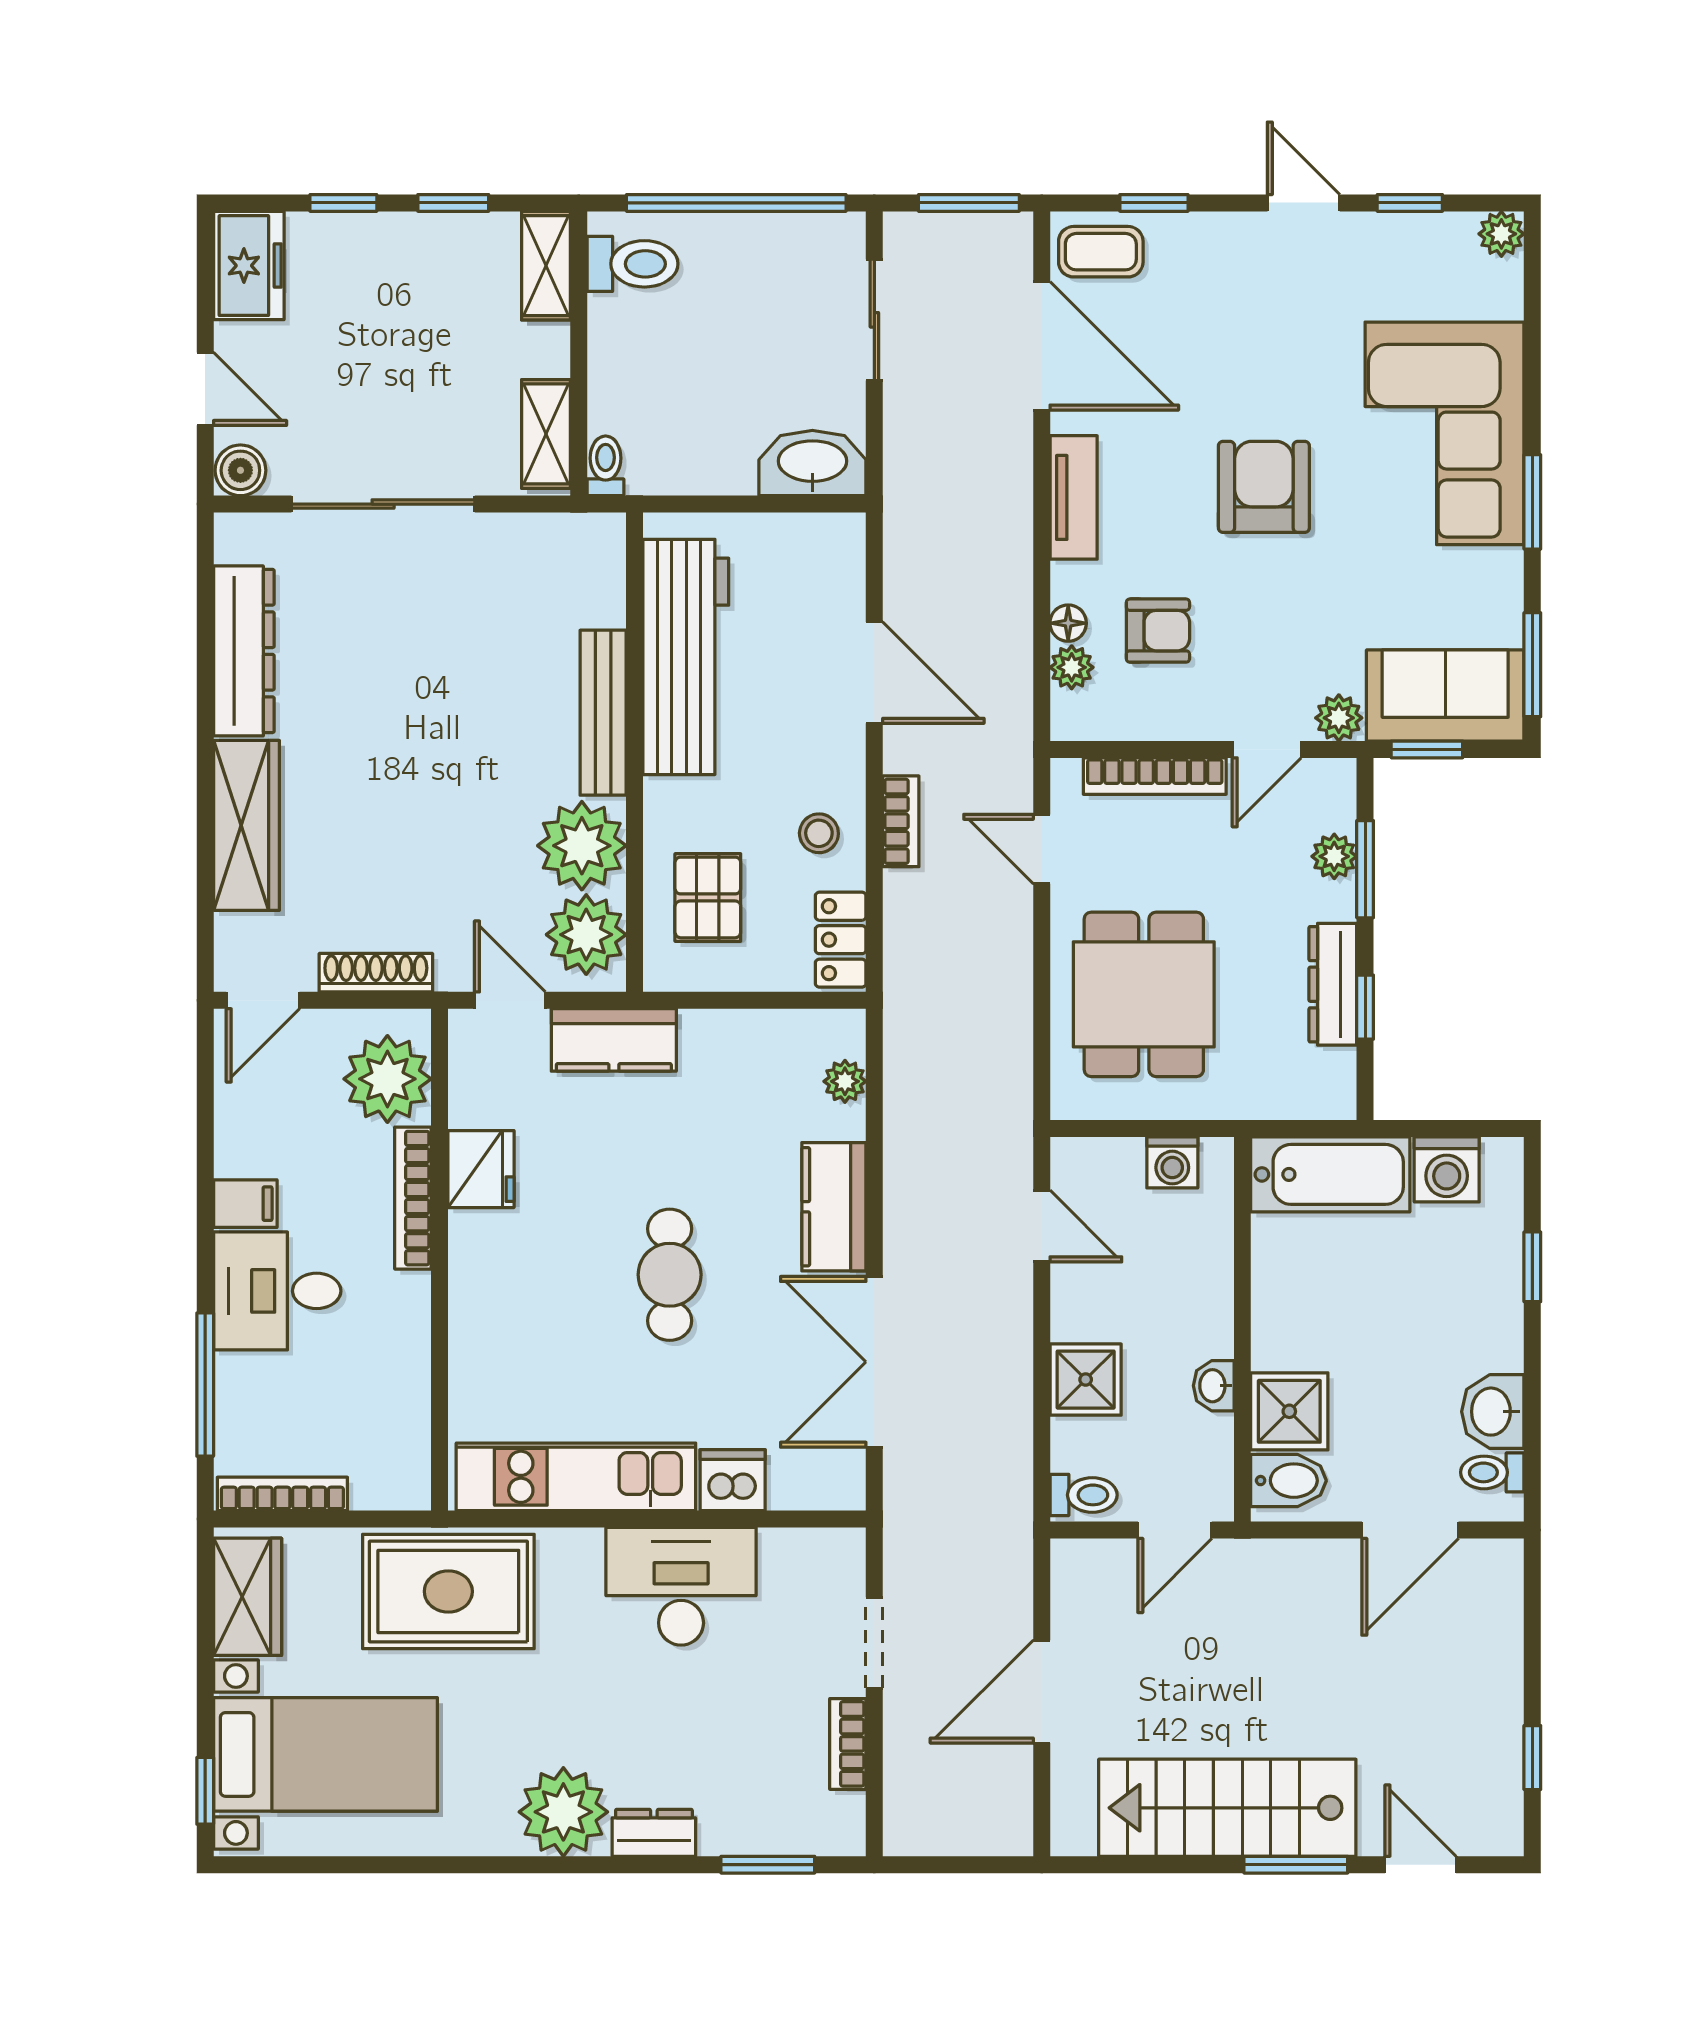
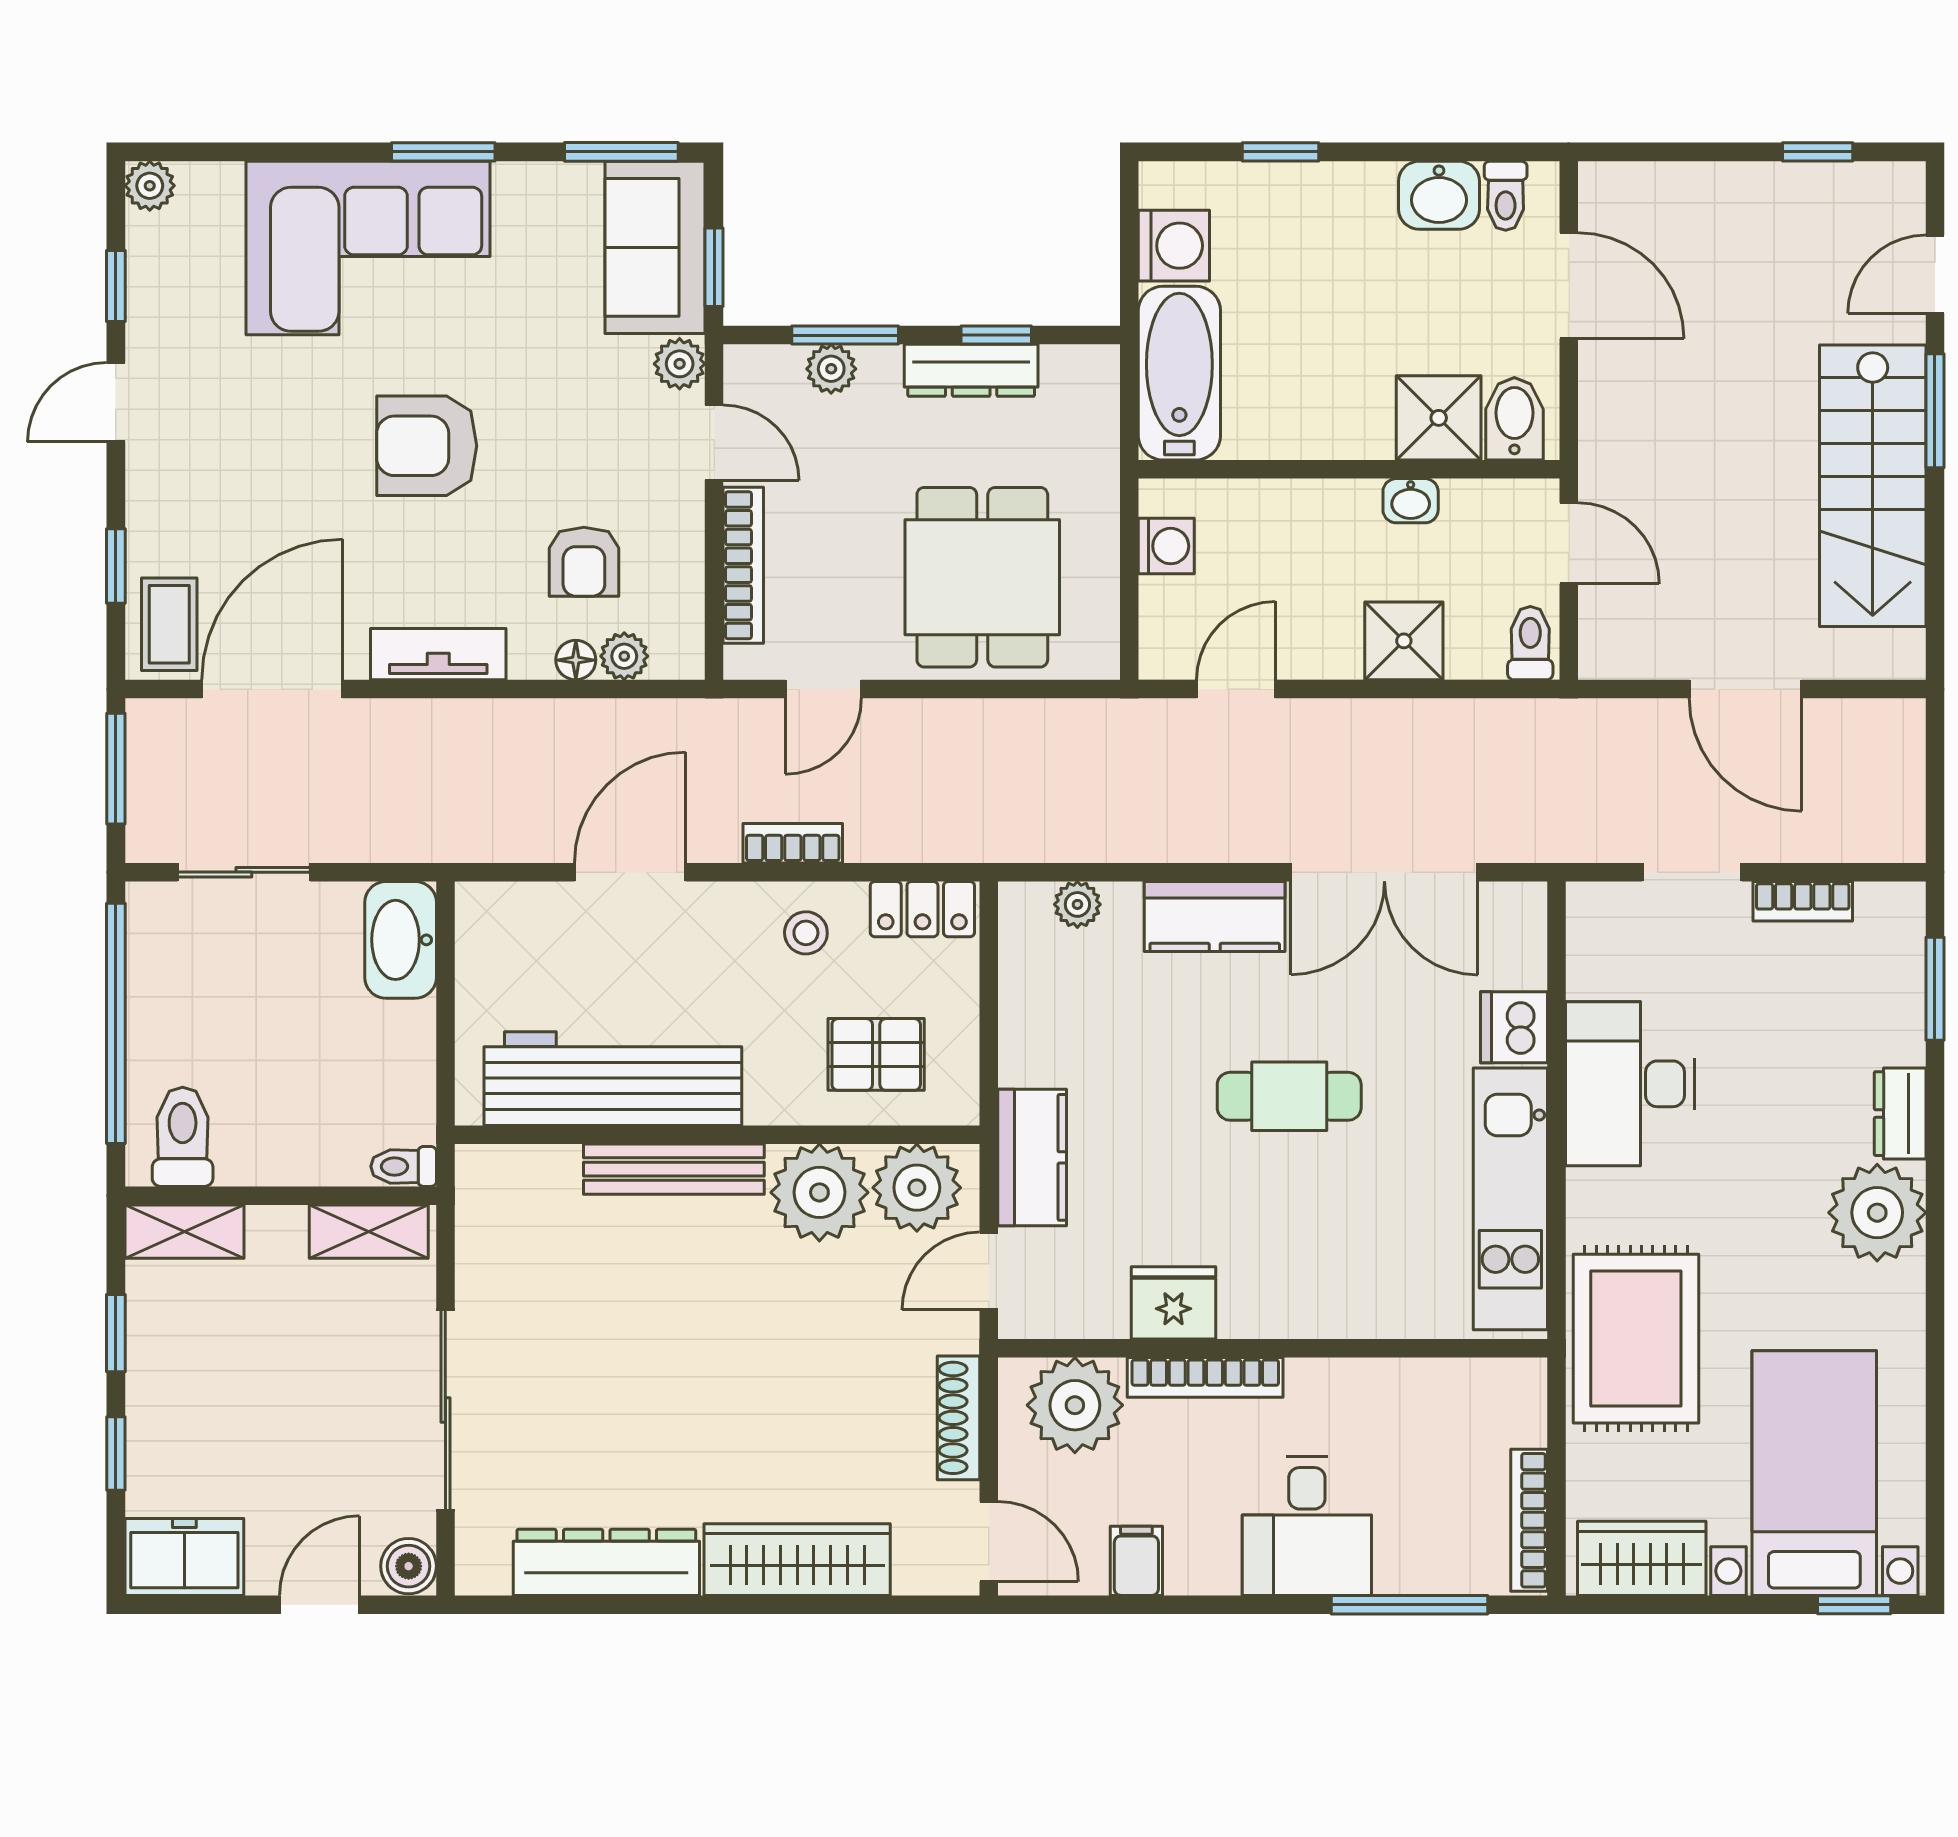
armchair: (1158, 631) -> (584, 562), turned 180
dining table: (1144, 994) -> (982, 577), turned 90
filing cabinet: (245, 1204) -> (1136, 1561), moved

